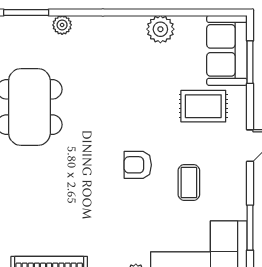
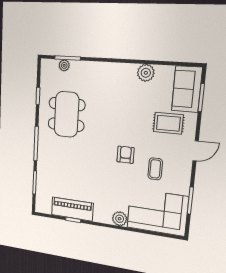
plant: (62, 25) -> (64, 65), moved
armchair: (138, 165) -> (126, 155), turned 90

